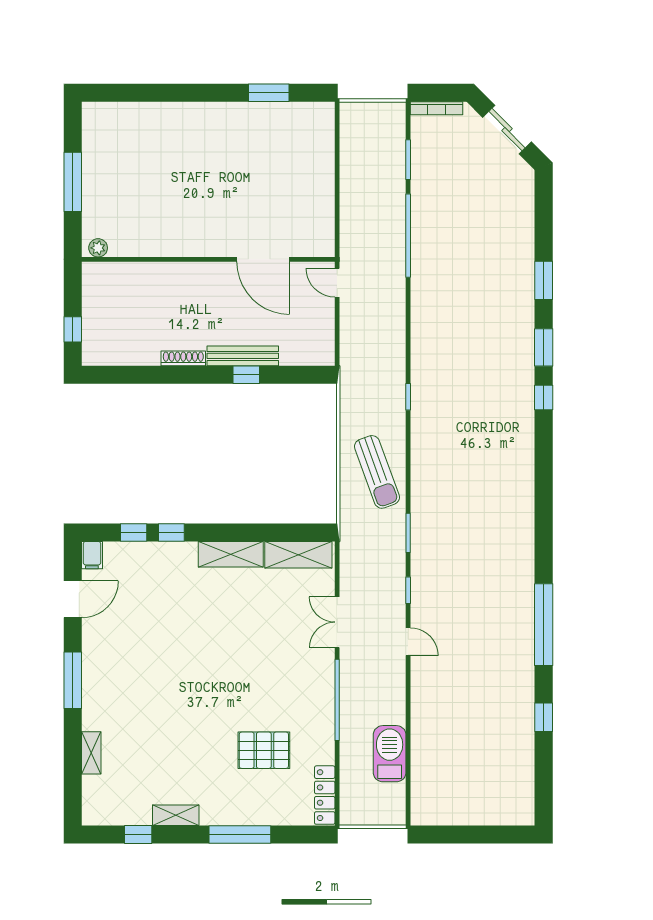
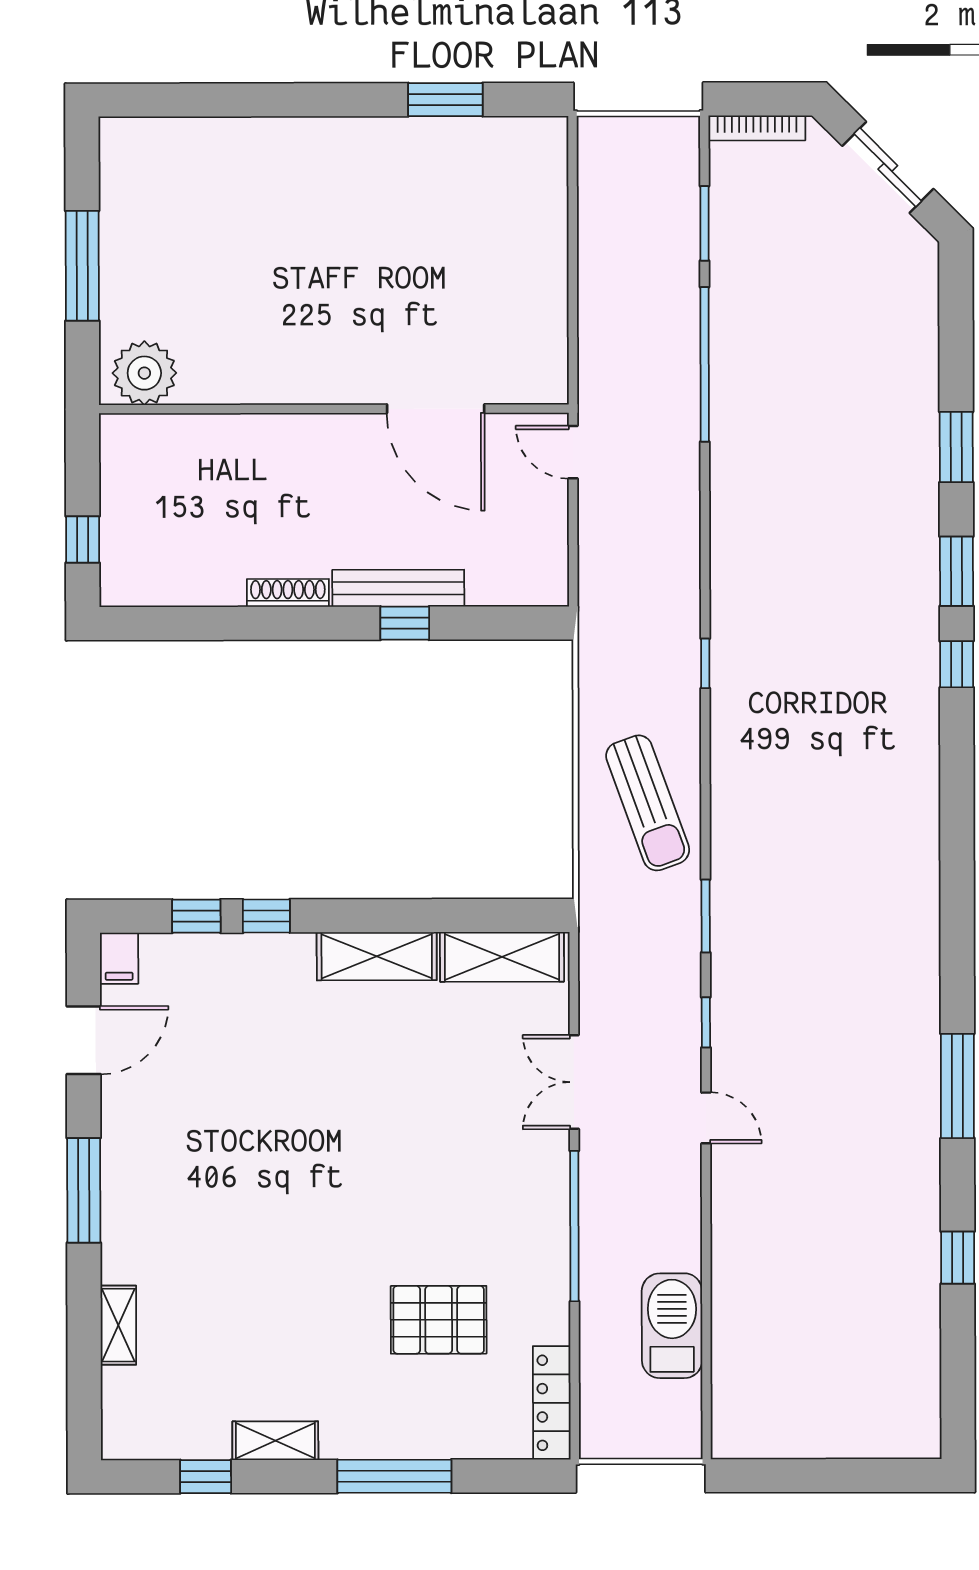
plant: (98, 248) -> (144, 373), width x1.87, depth x1.87
window: (544, 625) -> (957, 1086), width x0.68

